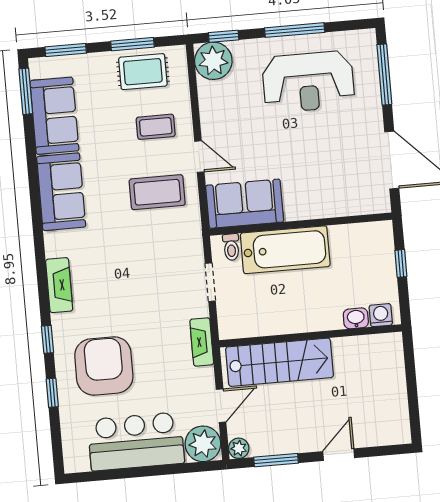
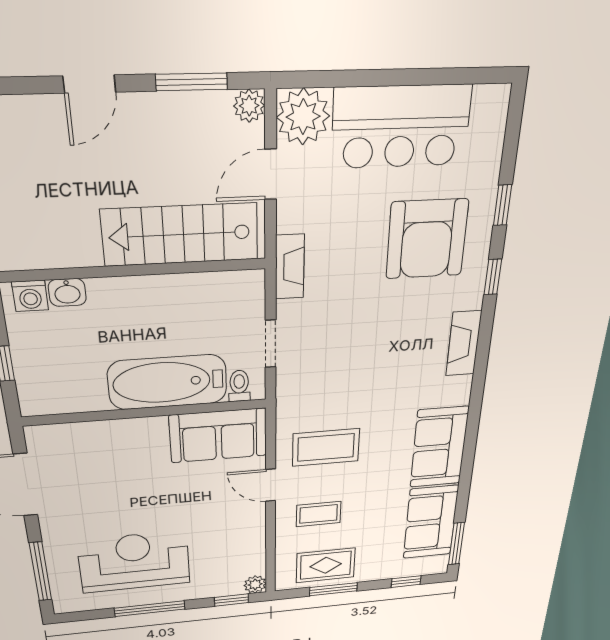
window: (66, 50) -> (406, 582), width x0.67
plant: (213, 61) -> (255, 584), width x0.53, depth x0.53

